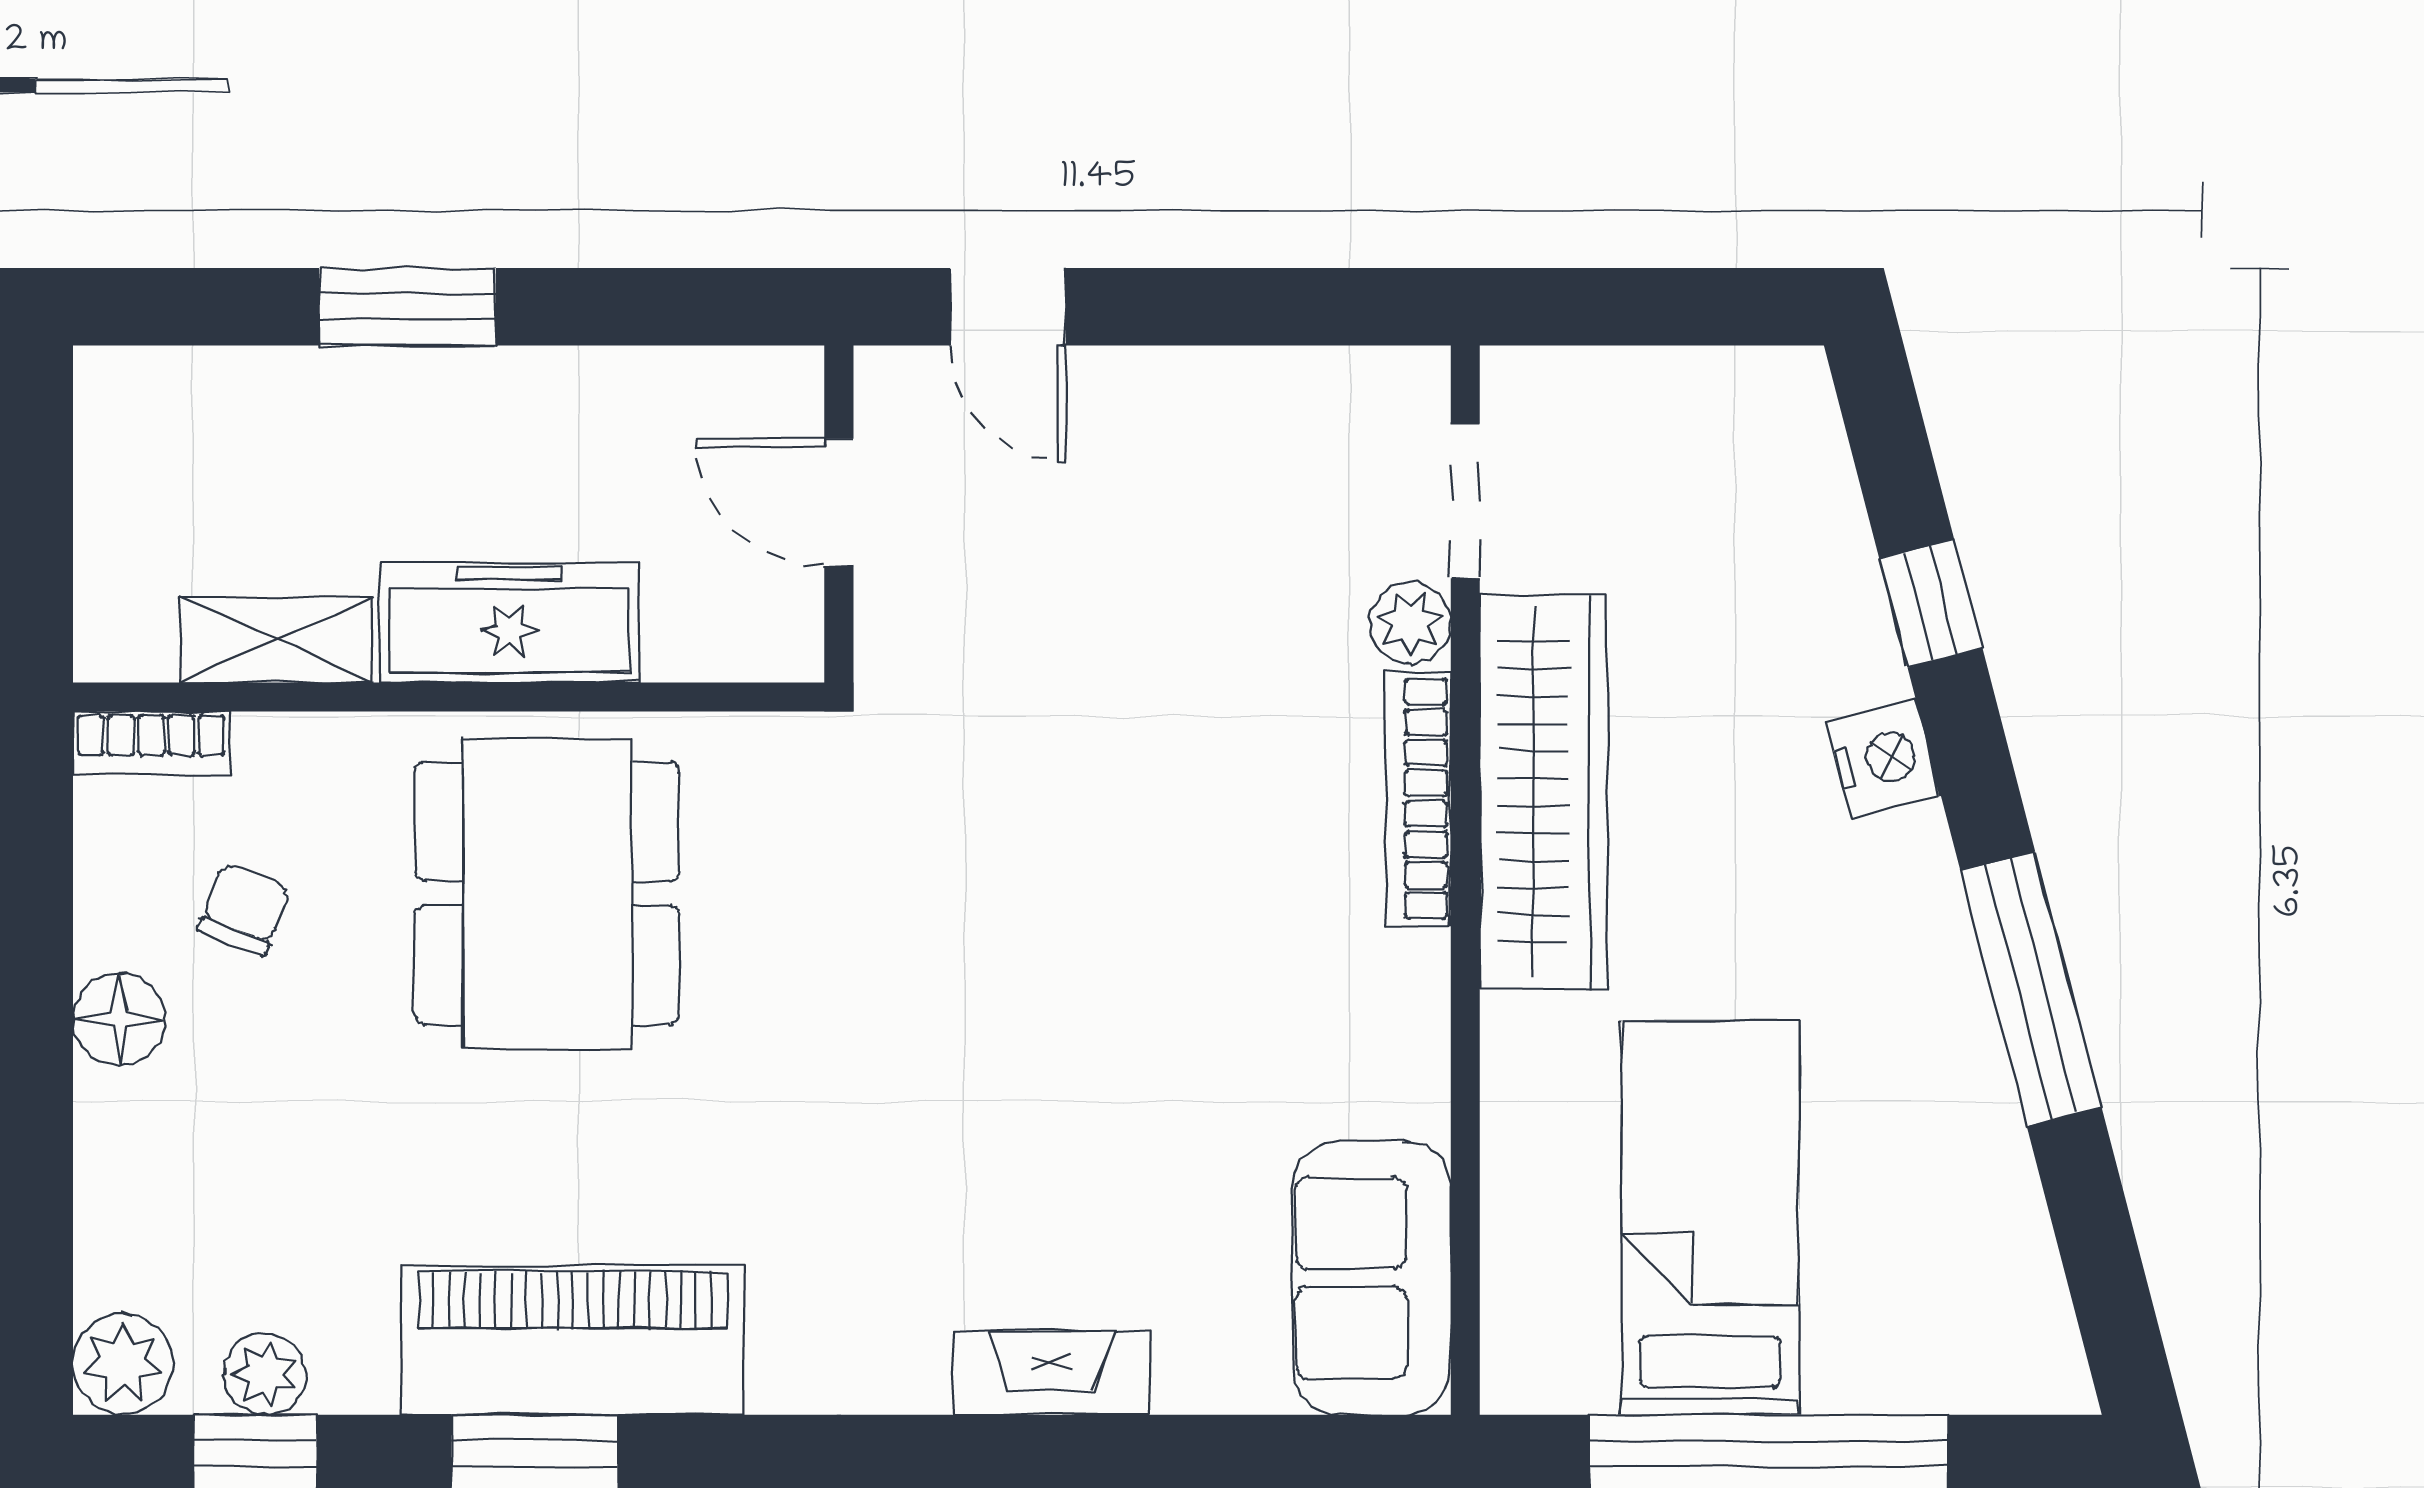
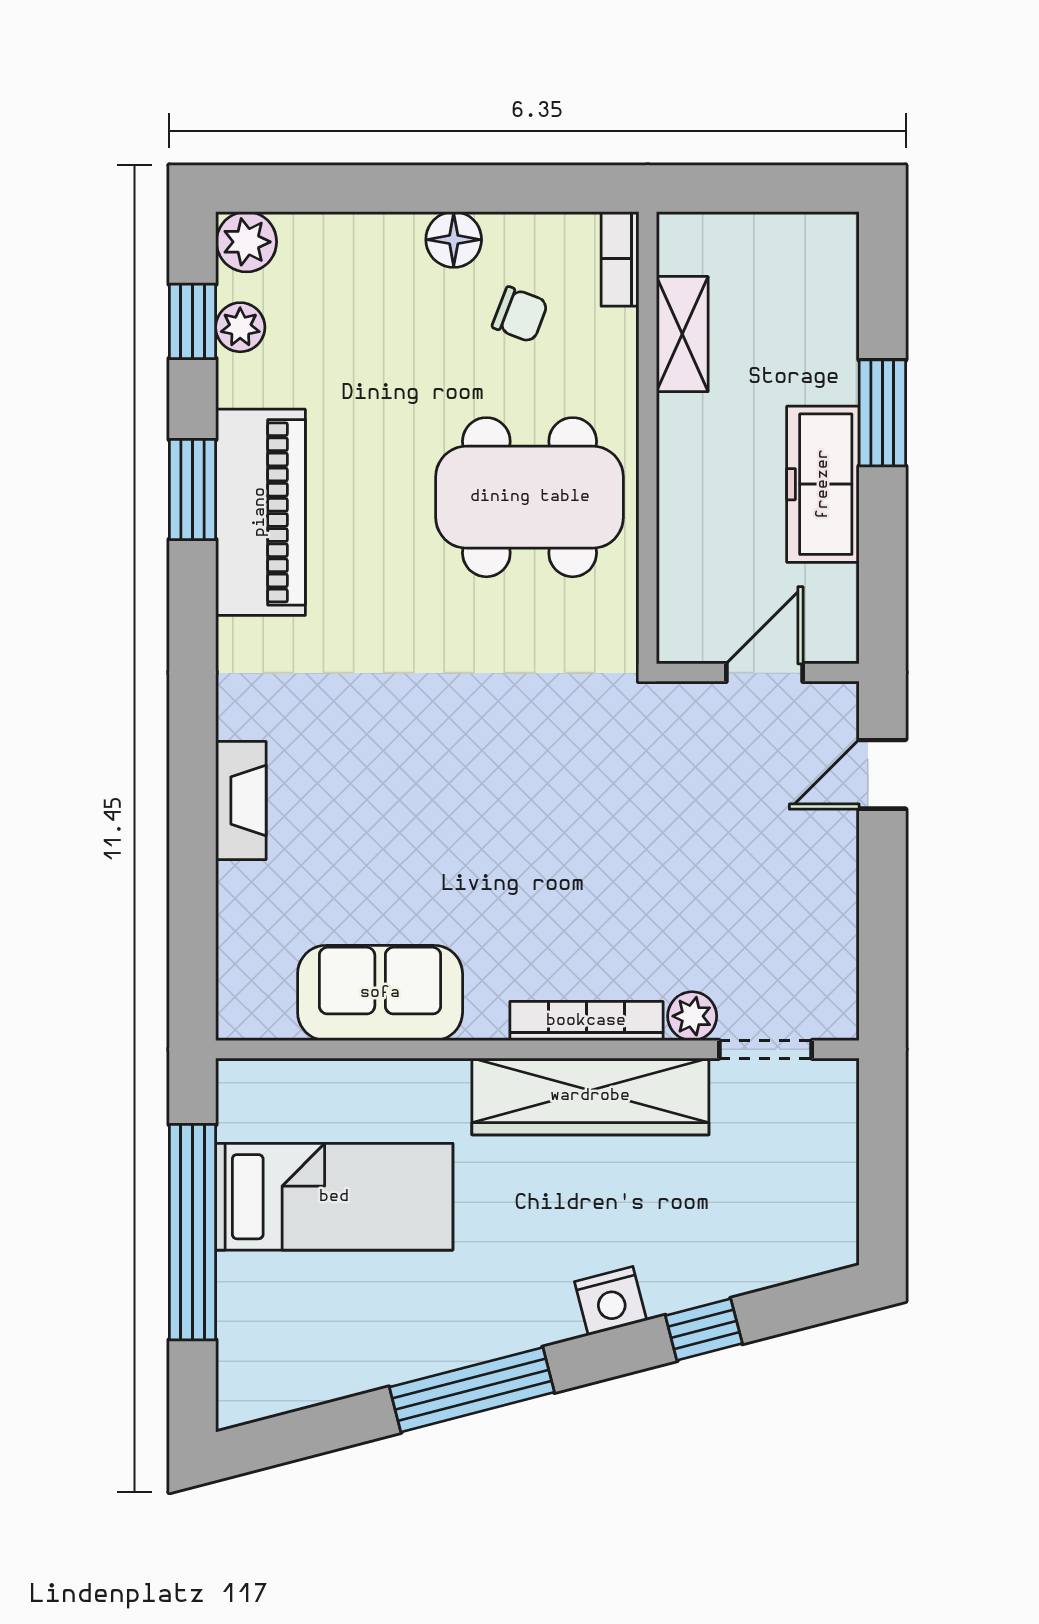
freezer: (510, 622) -> (823, 484), moved, turned 180
sofa: (1372, 1278) -> (380, 993), moved

